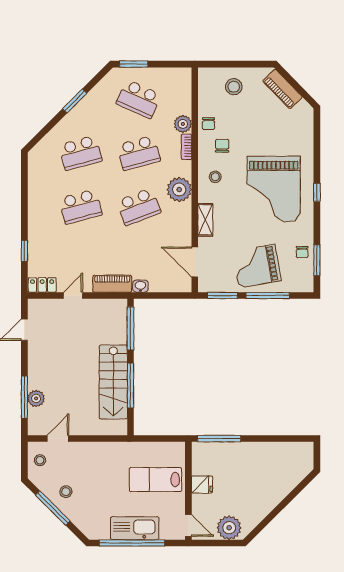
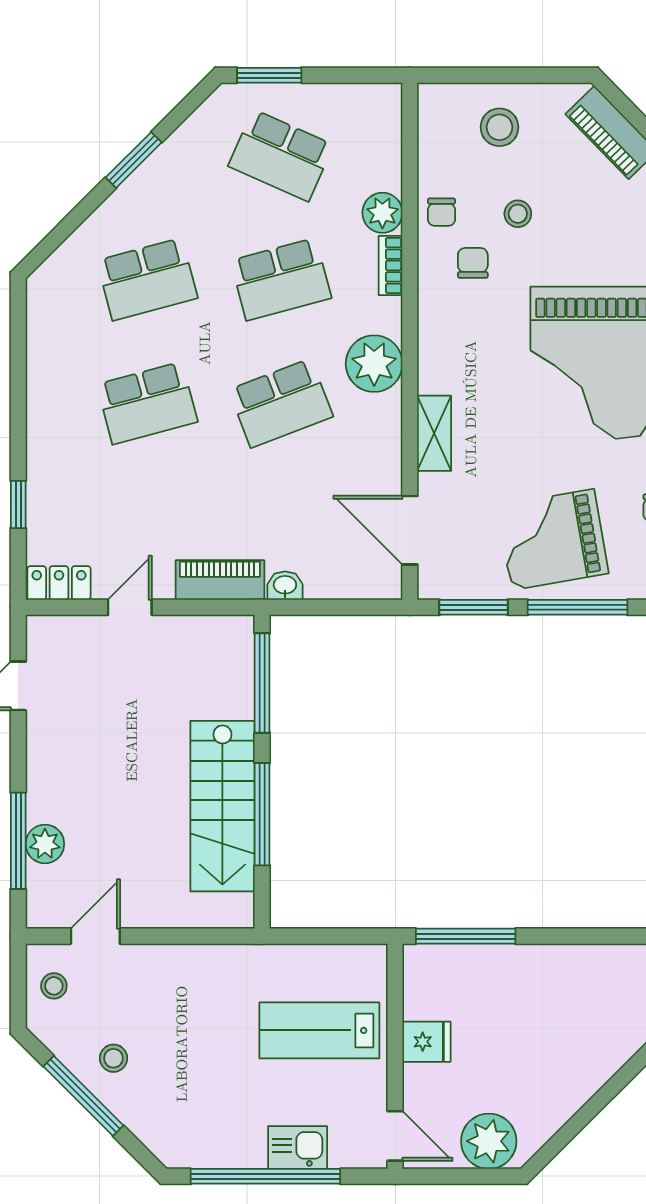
stool: (215, 177) -> (518, 214), moved
kitchen sink: (135, 528) -> (298, 1148), width x0.53, depth x0.81

